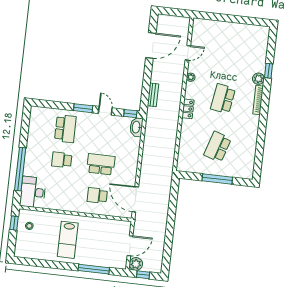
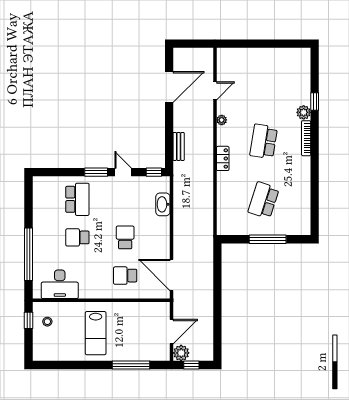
washbasin: (136, 127) -> (163, 204), moved
school desk: (101, 164) -> (125, 237), width x0.54
desk: (33, 192) -> (60, 284), moved, turned -90

